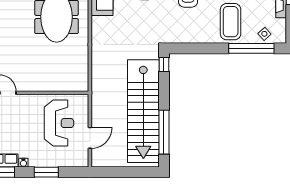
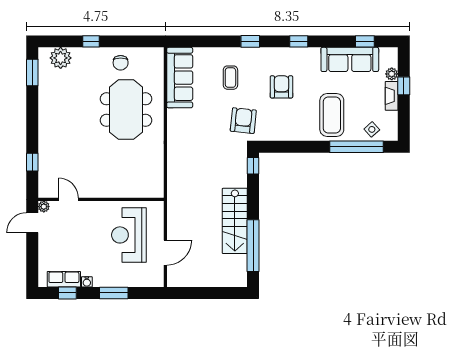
armchair: (156, 26) -> (243, 121), added
stairs: (143, 111) -> (235, 221), width x0.54, depth x0.66
reception desk: (59, 123) -> (129, 235), turned 180

